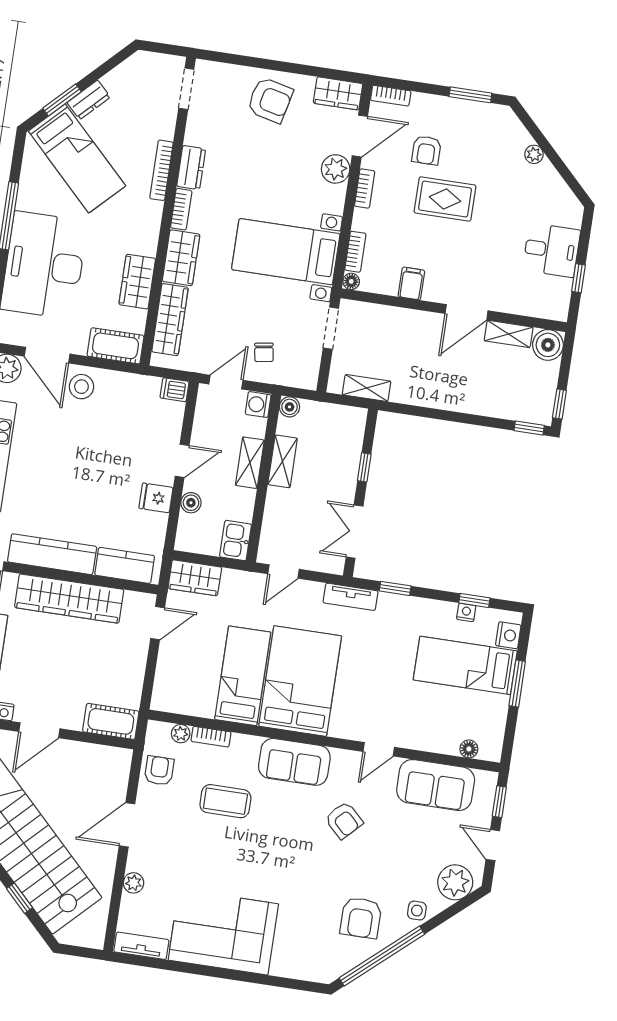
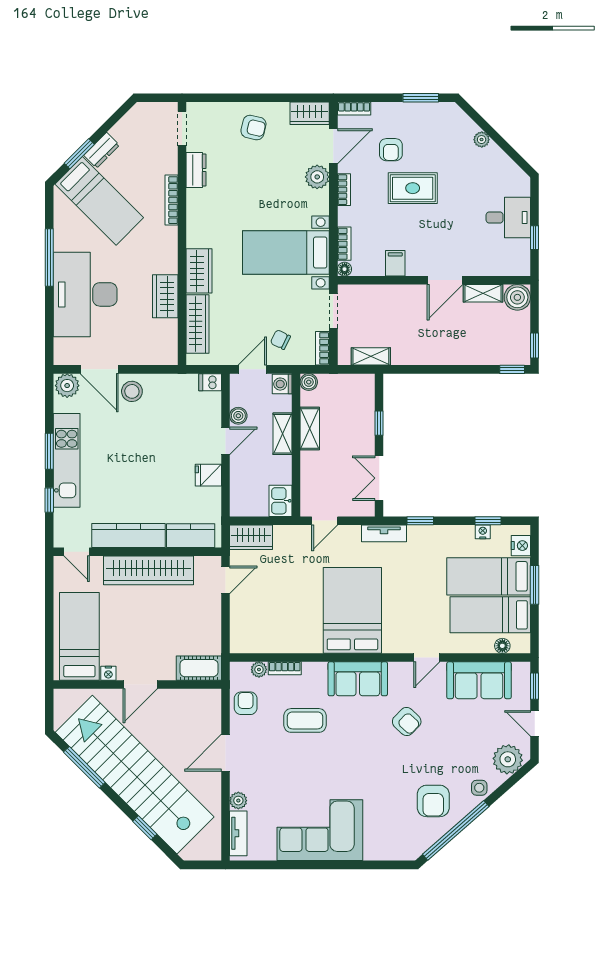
armchair: (270, 100) -> (253, 128), width x0.72, depth x0.72
dresser: (191, 168) -> (196, 170), moved
bookcase: (181, 209) -> (322, 348), moved, turned 180
cot: (116, 346) -> (155, 353), removed
chair: (264, 352) -> (280, 340), turned 125
boiler: (191, 503) -> (238, 416), moved
bed: (243, 676) -> (490, 615), moved, turned -90
tv unit: (141, 946) -> (238, 833), moved, turned 90

